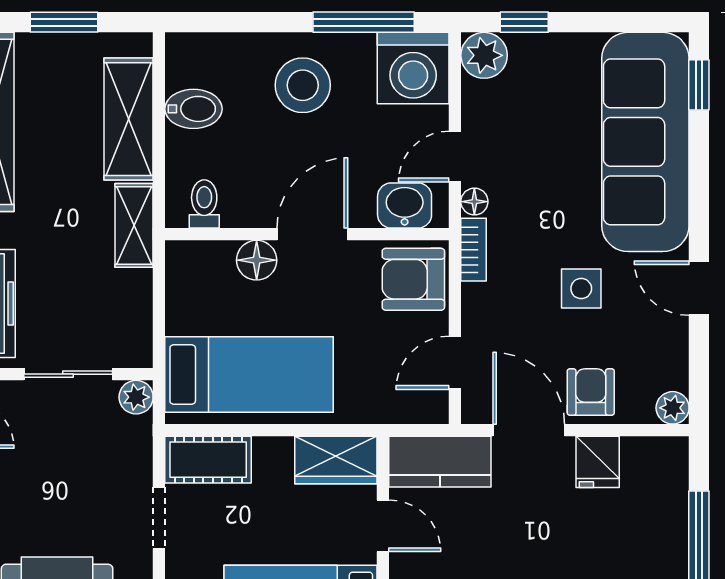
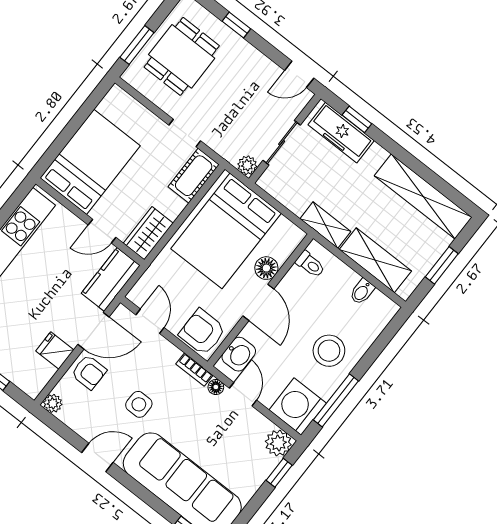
bidet: (194, 109) -> (362, 292), width x0.72, depth x0.74
armchair: (413, 279) -> (202, 332), turned -90
bed: (249, 375) -> (226, 231), width x1.50

